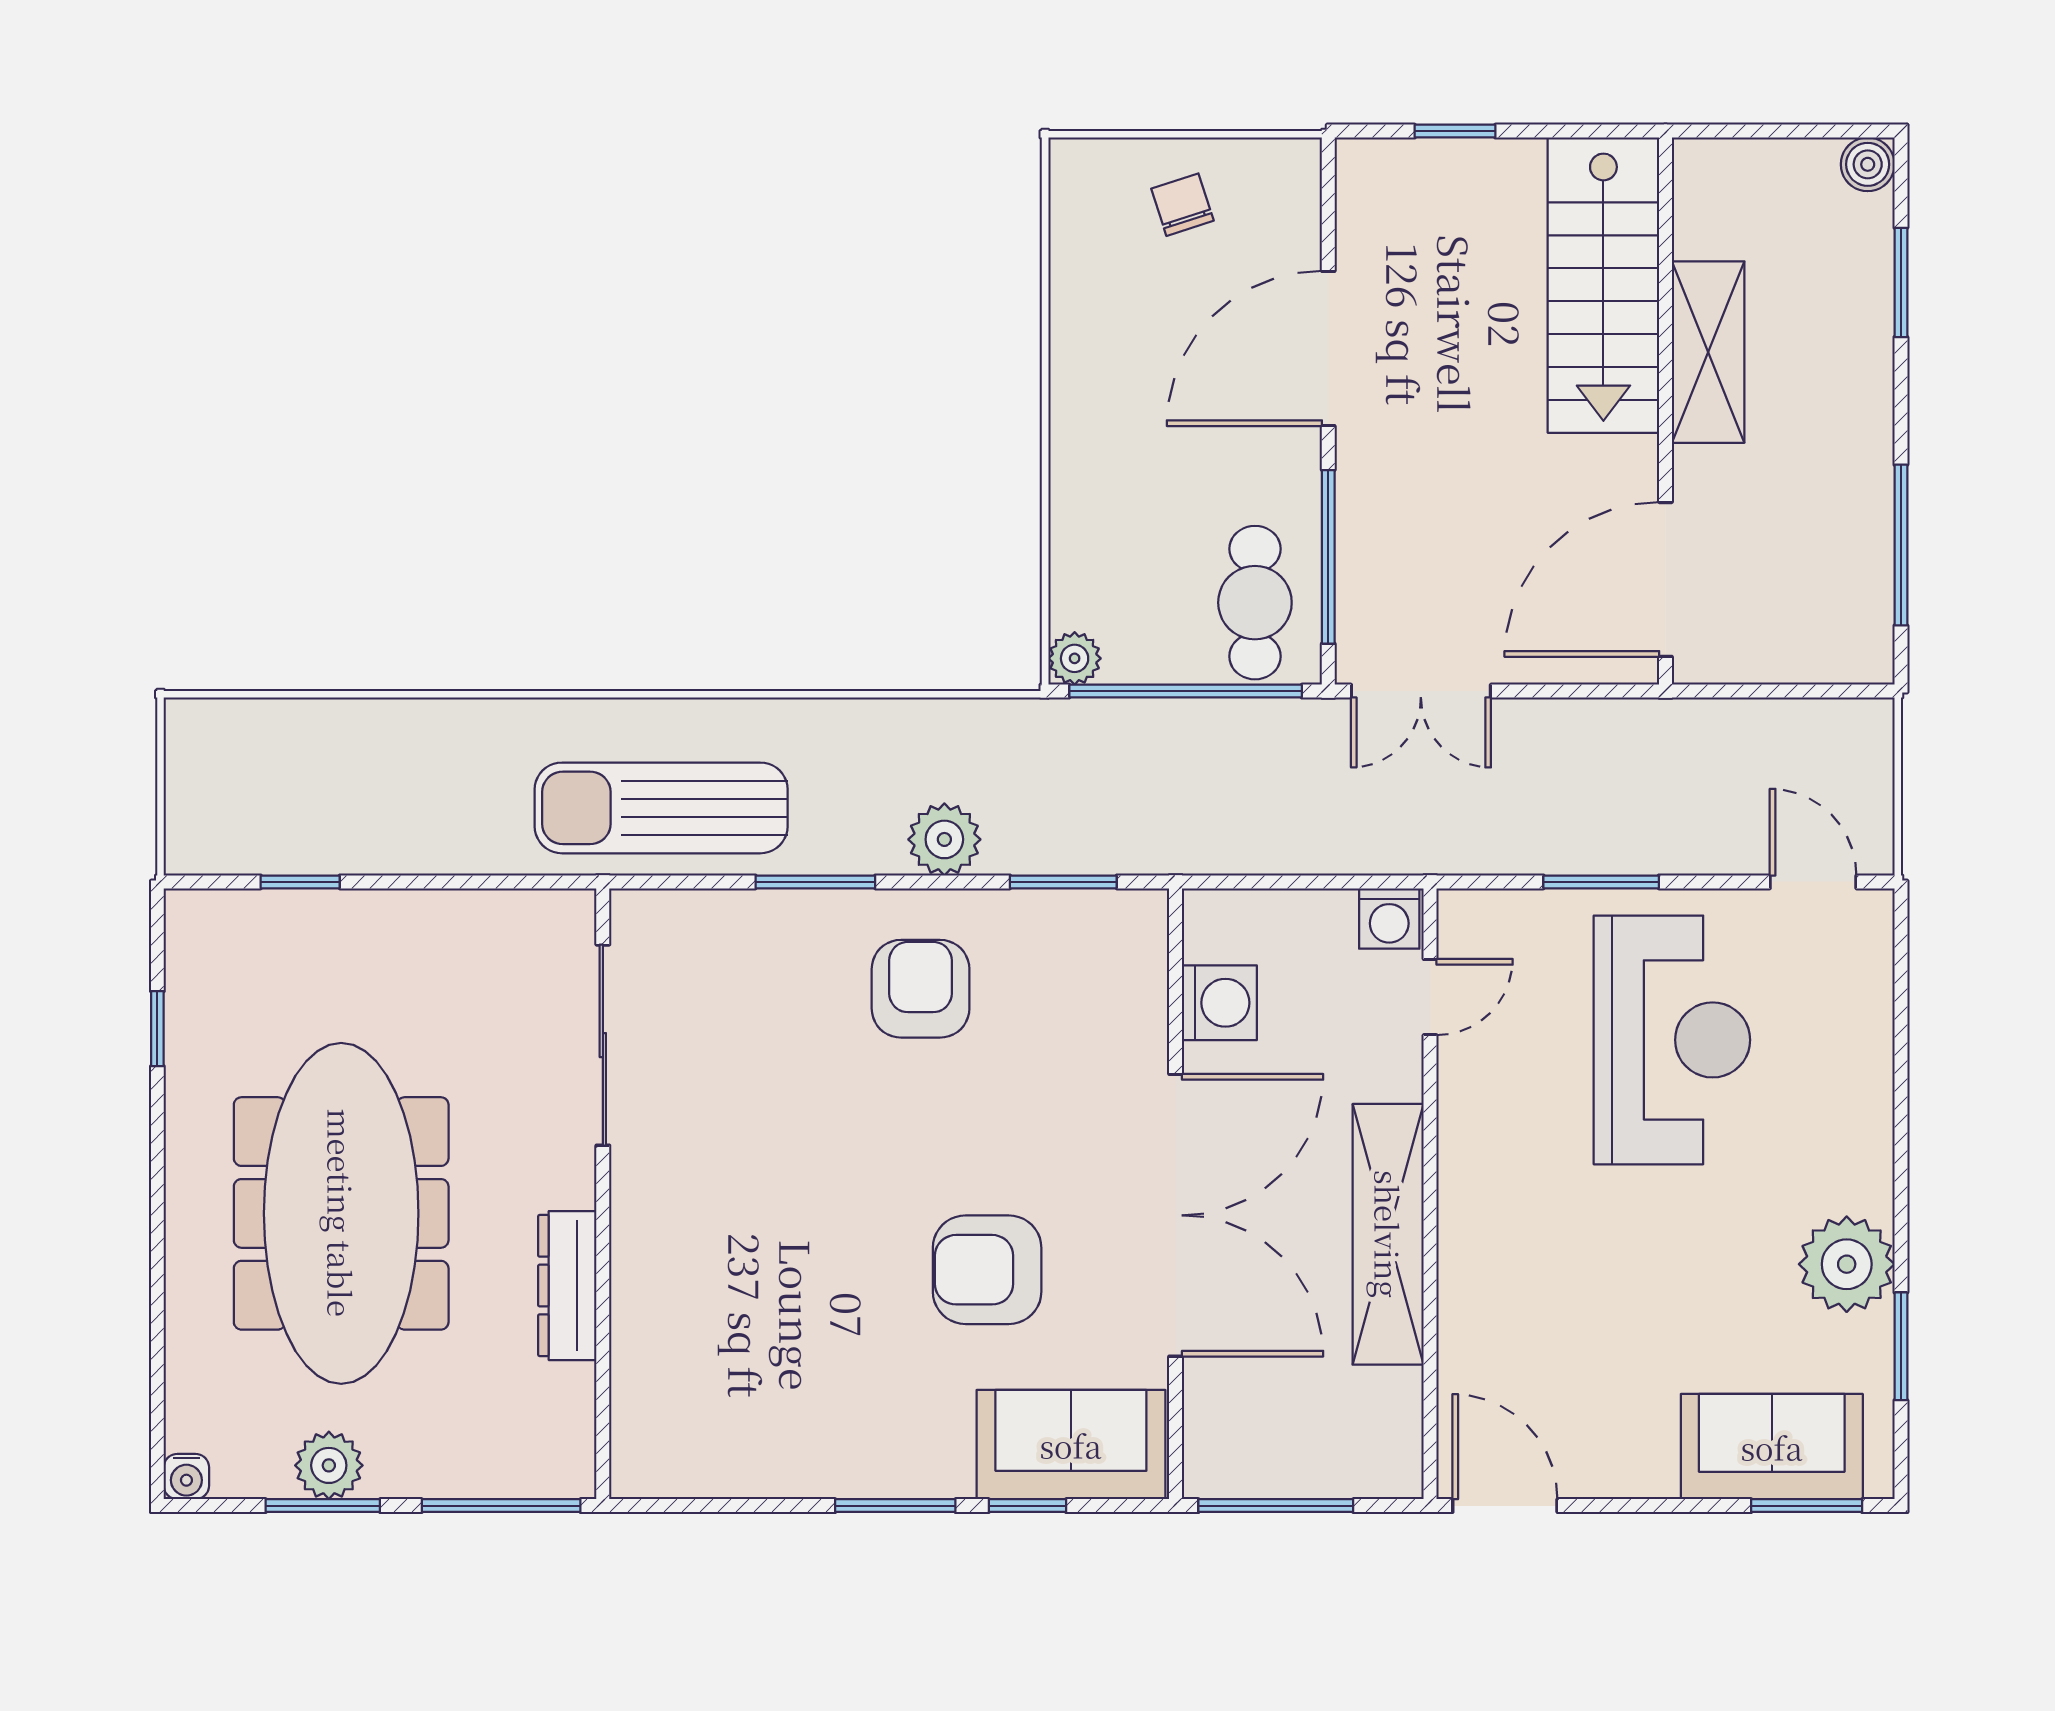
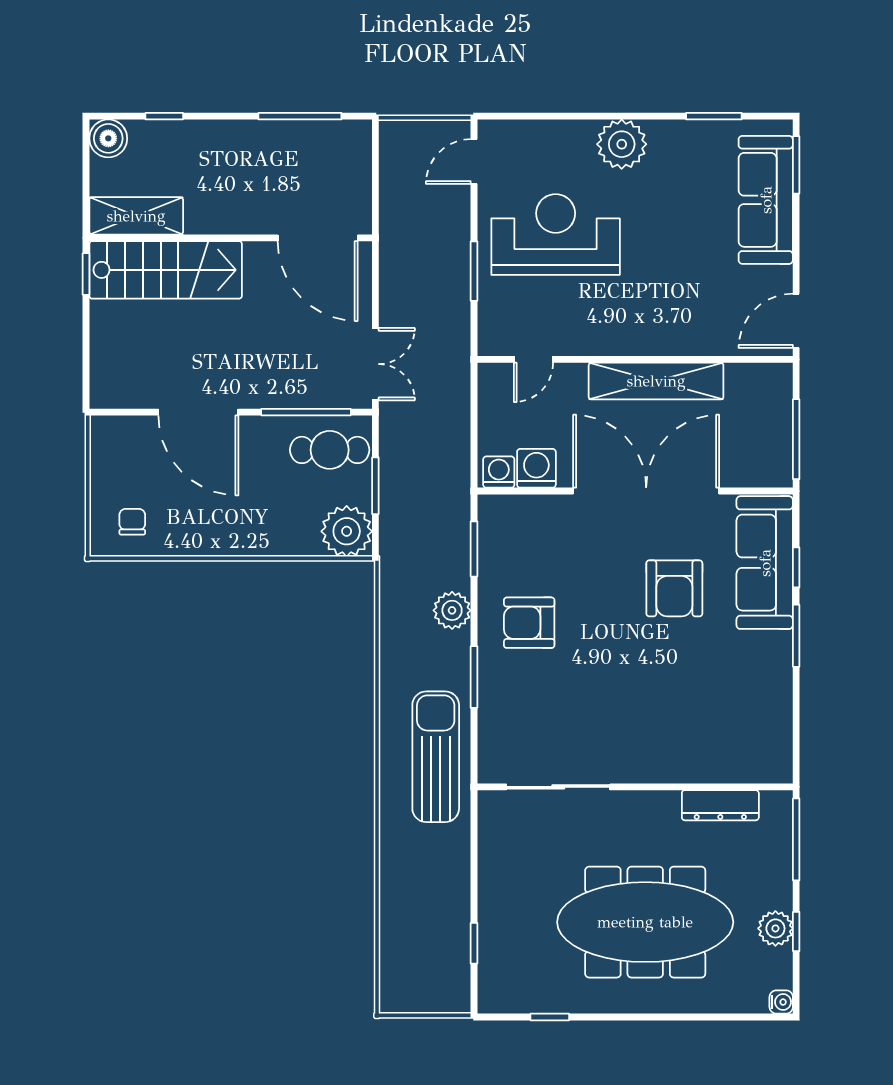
window: (1455, 131) -> (86, 274), moved
boiler: (1868, 164) -> (108, 138), width x1.36, depth x1.36
chair: (1182, 205) -> (132, 522), moved, turned 108
window: (1901, 282) -> (164, 116), width x0.67
shelving: (1708, 352) -> (136, 216), moved
plant: (1075, 658) -> (347, 531), width x1.88, depth x1.88
window: (1186, 691) -> (375, 486), width x0.47
sun lounger: (661, 808) -> (436, 757), turned 180
washing machine: (1389, 919) -> (499, 472), moved, turned -90
door: (1430, 997) -> (533, 359), swing flipped
plant: (1847, 1264) -> (622, 144), moved
dresser: (567, 1286) -> (720, 805), moved
sofa: (1071, 1445) -> (765, 563), width x1.36
sofa: (1772, 1447) -> (766, 200), width x1.36
window: (323, 1506) -> (796, 932), width x0.67

